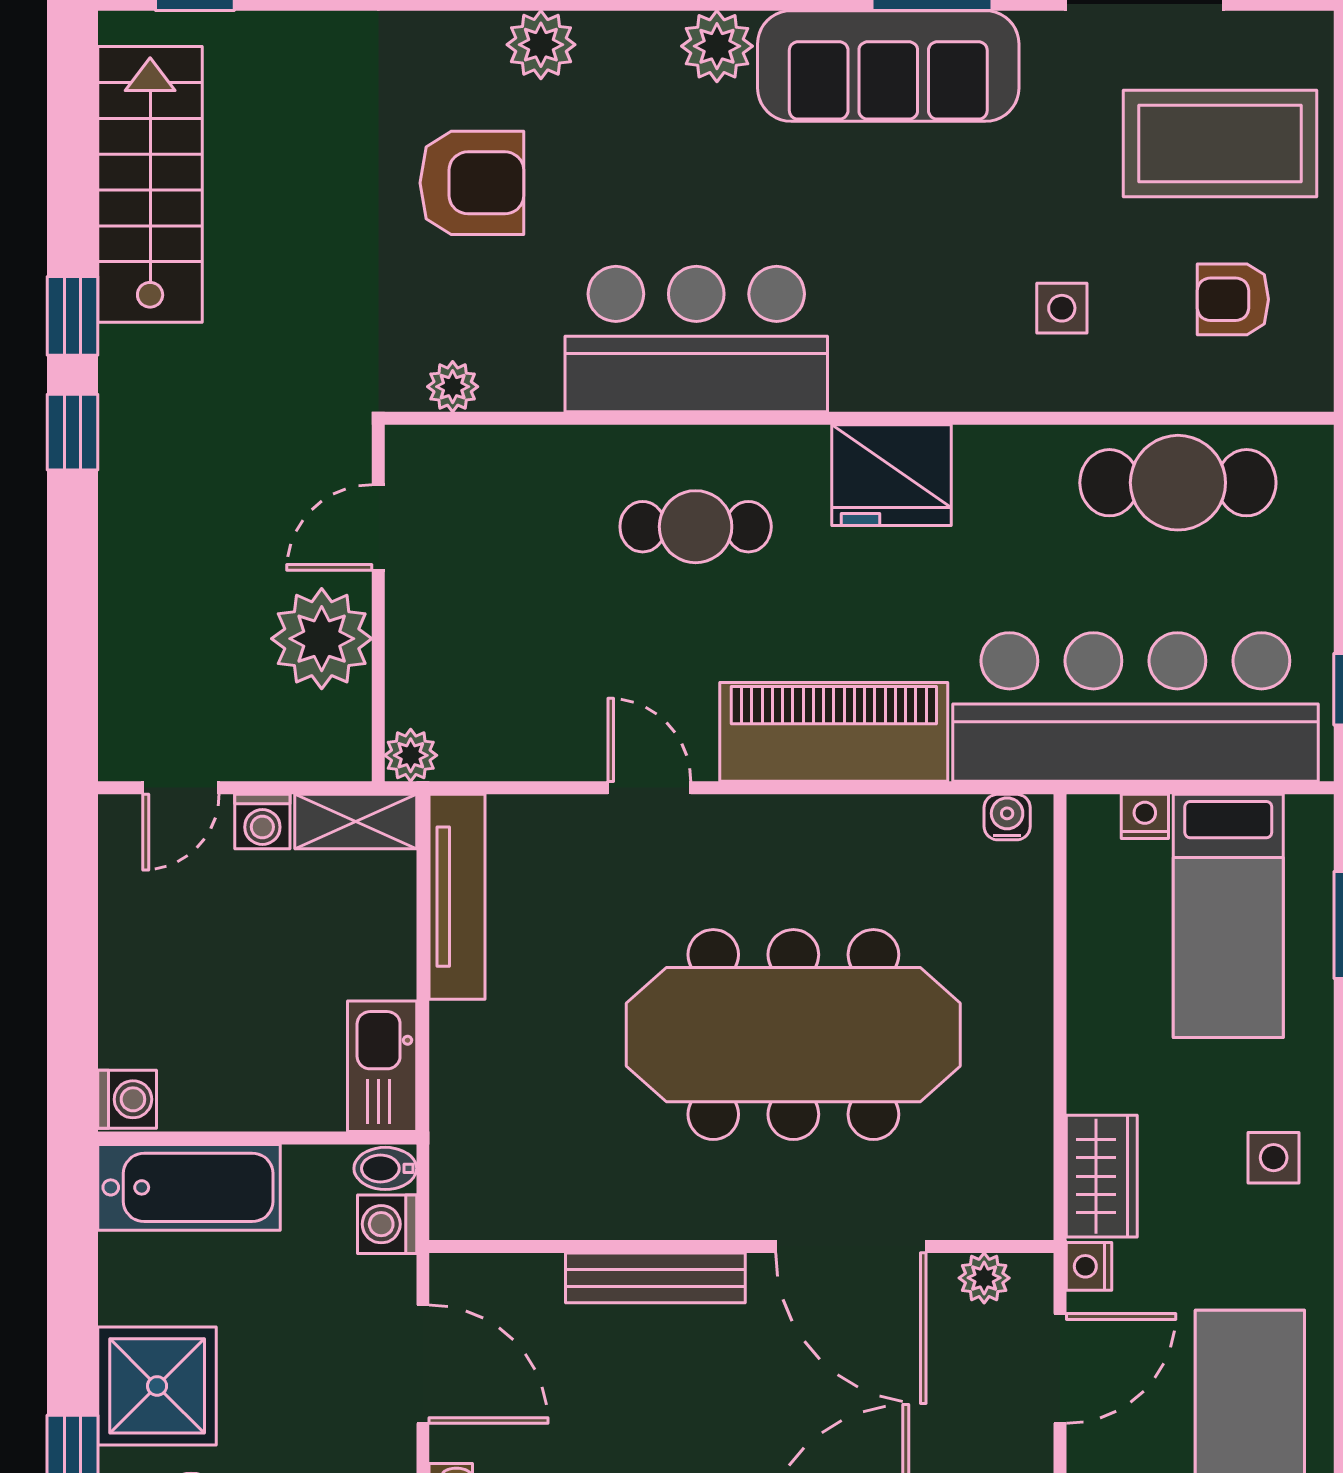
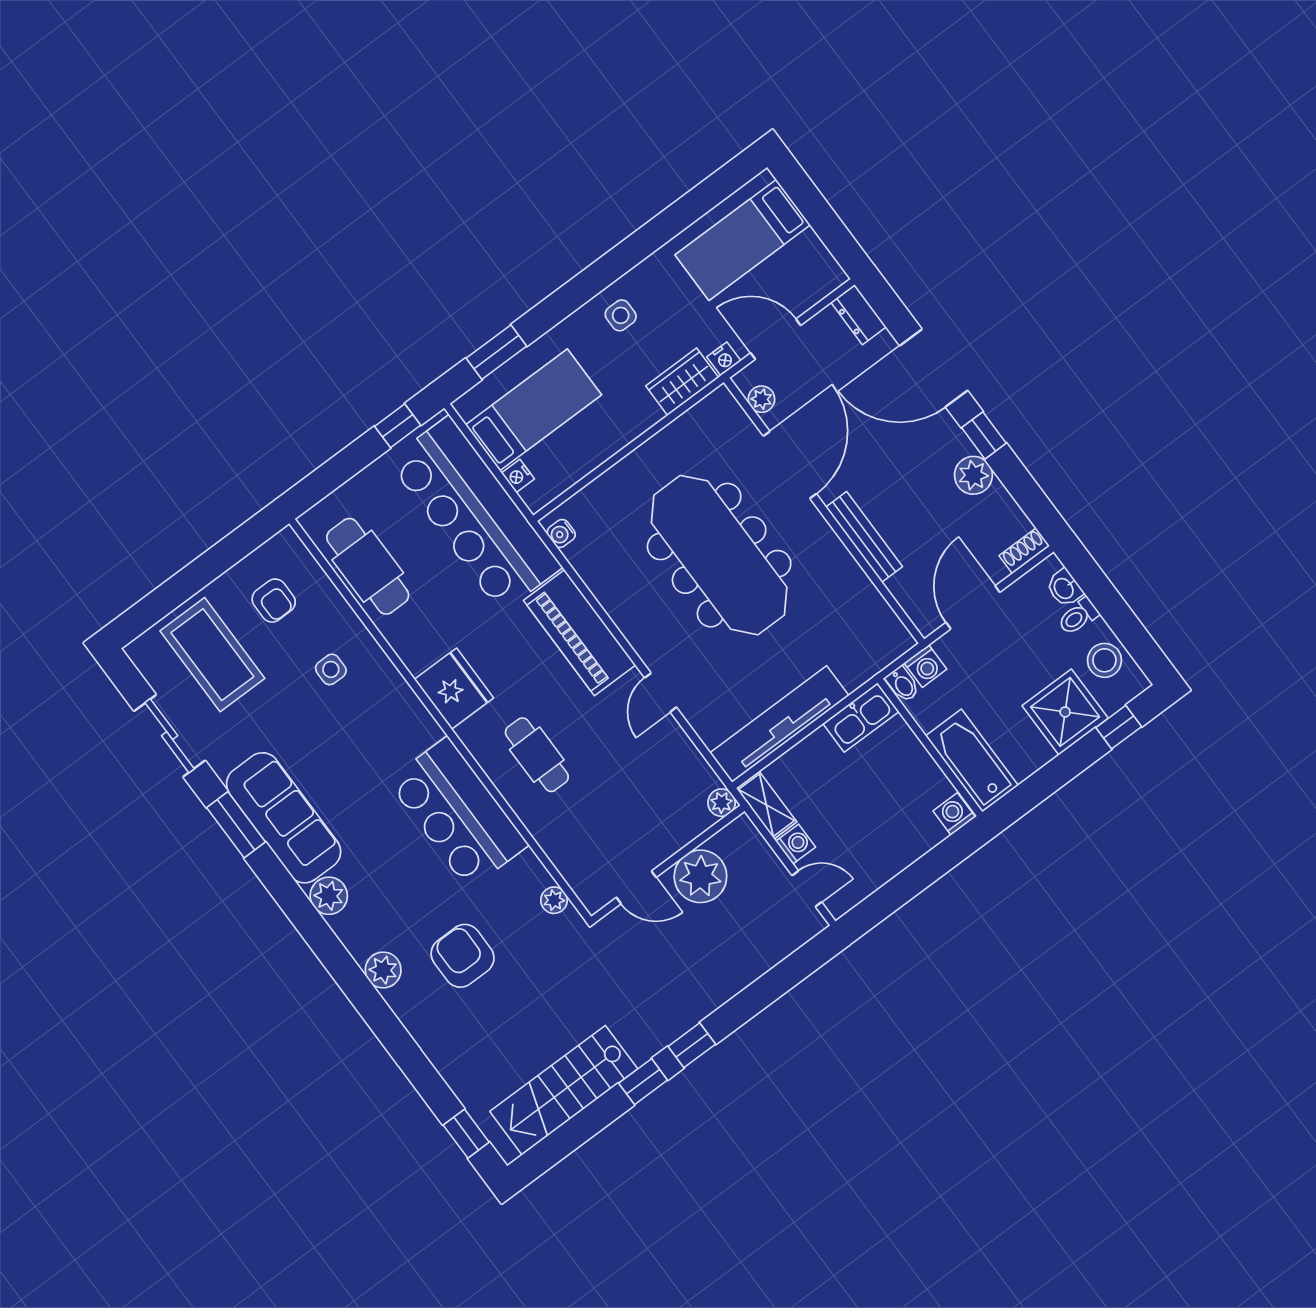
tv unit: (457, 897) -> (779, 724), width x1.36, depth x1.29

